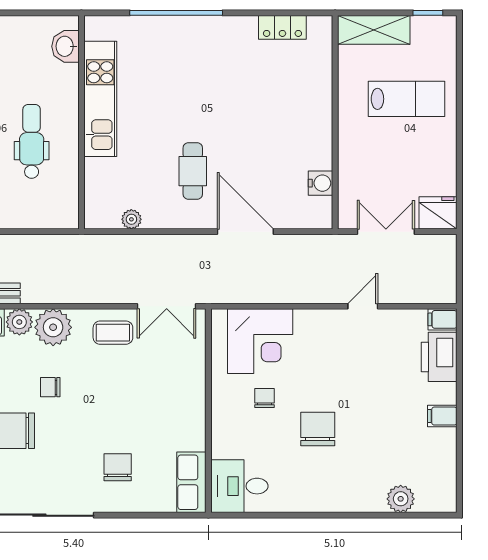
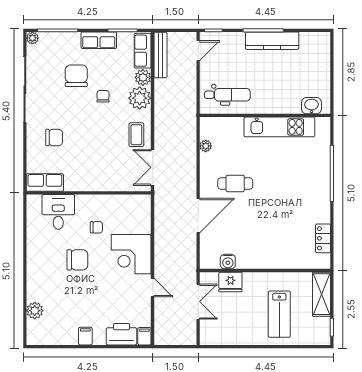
dental chair: (32, 141) -> (227, 95), moved
fridge: (438, 213) -> (230, 282), moved, turned 90
corner desk: (260, 341) -> (131, 254), moved
desk: (239, 486) -> (58, 212), moved

